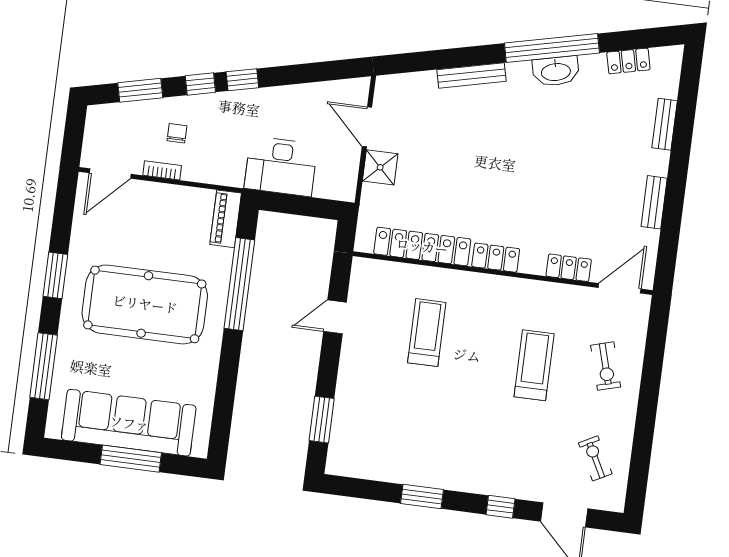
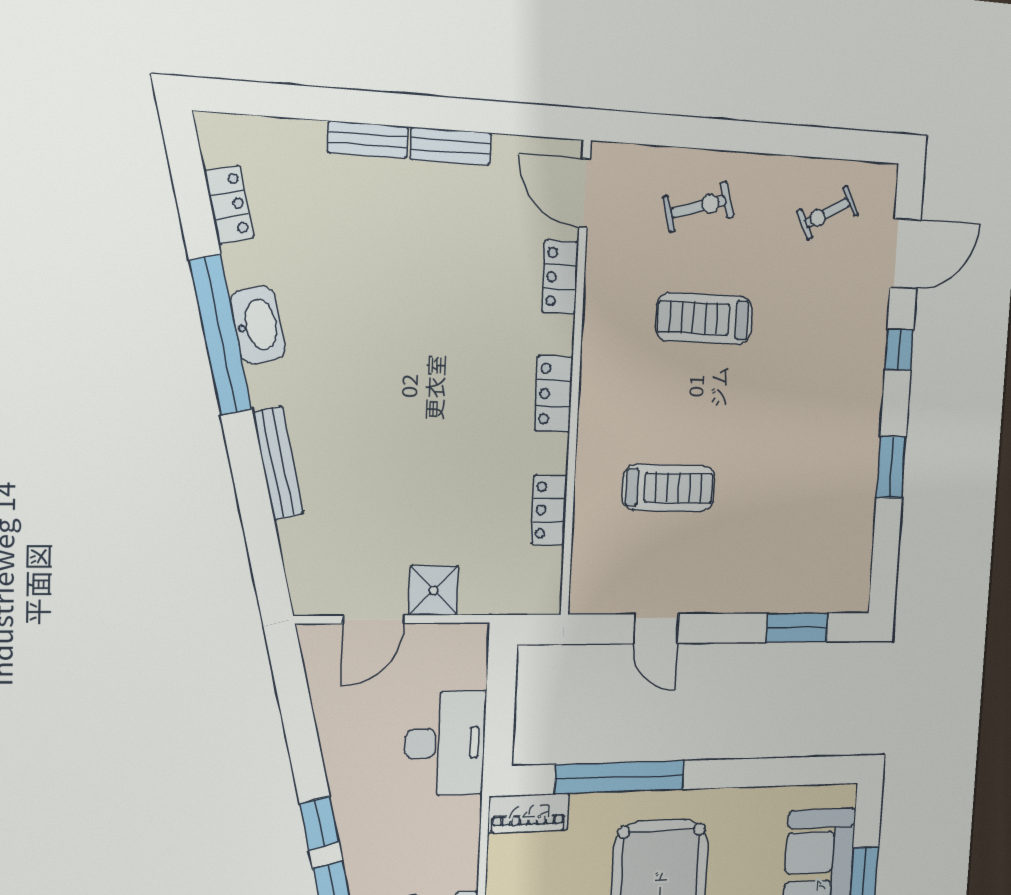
bench: (665, 124) -> (368, 140), moved
locker: (422, 246) -> (549, 510), width x0.46, depth x0.83
treadmill: (427, 333) -> (669, 488), turned 180

